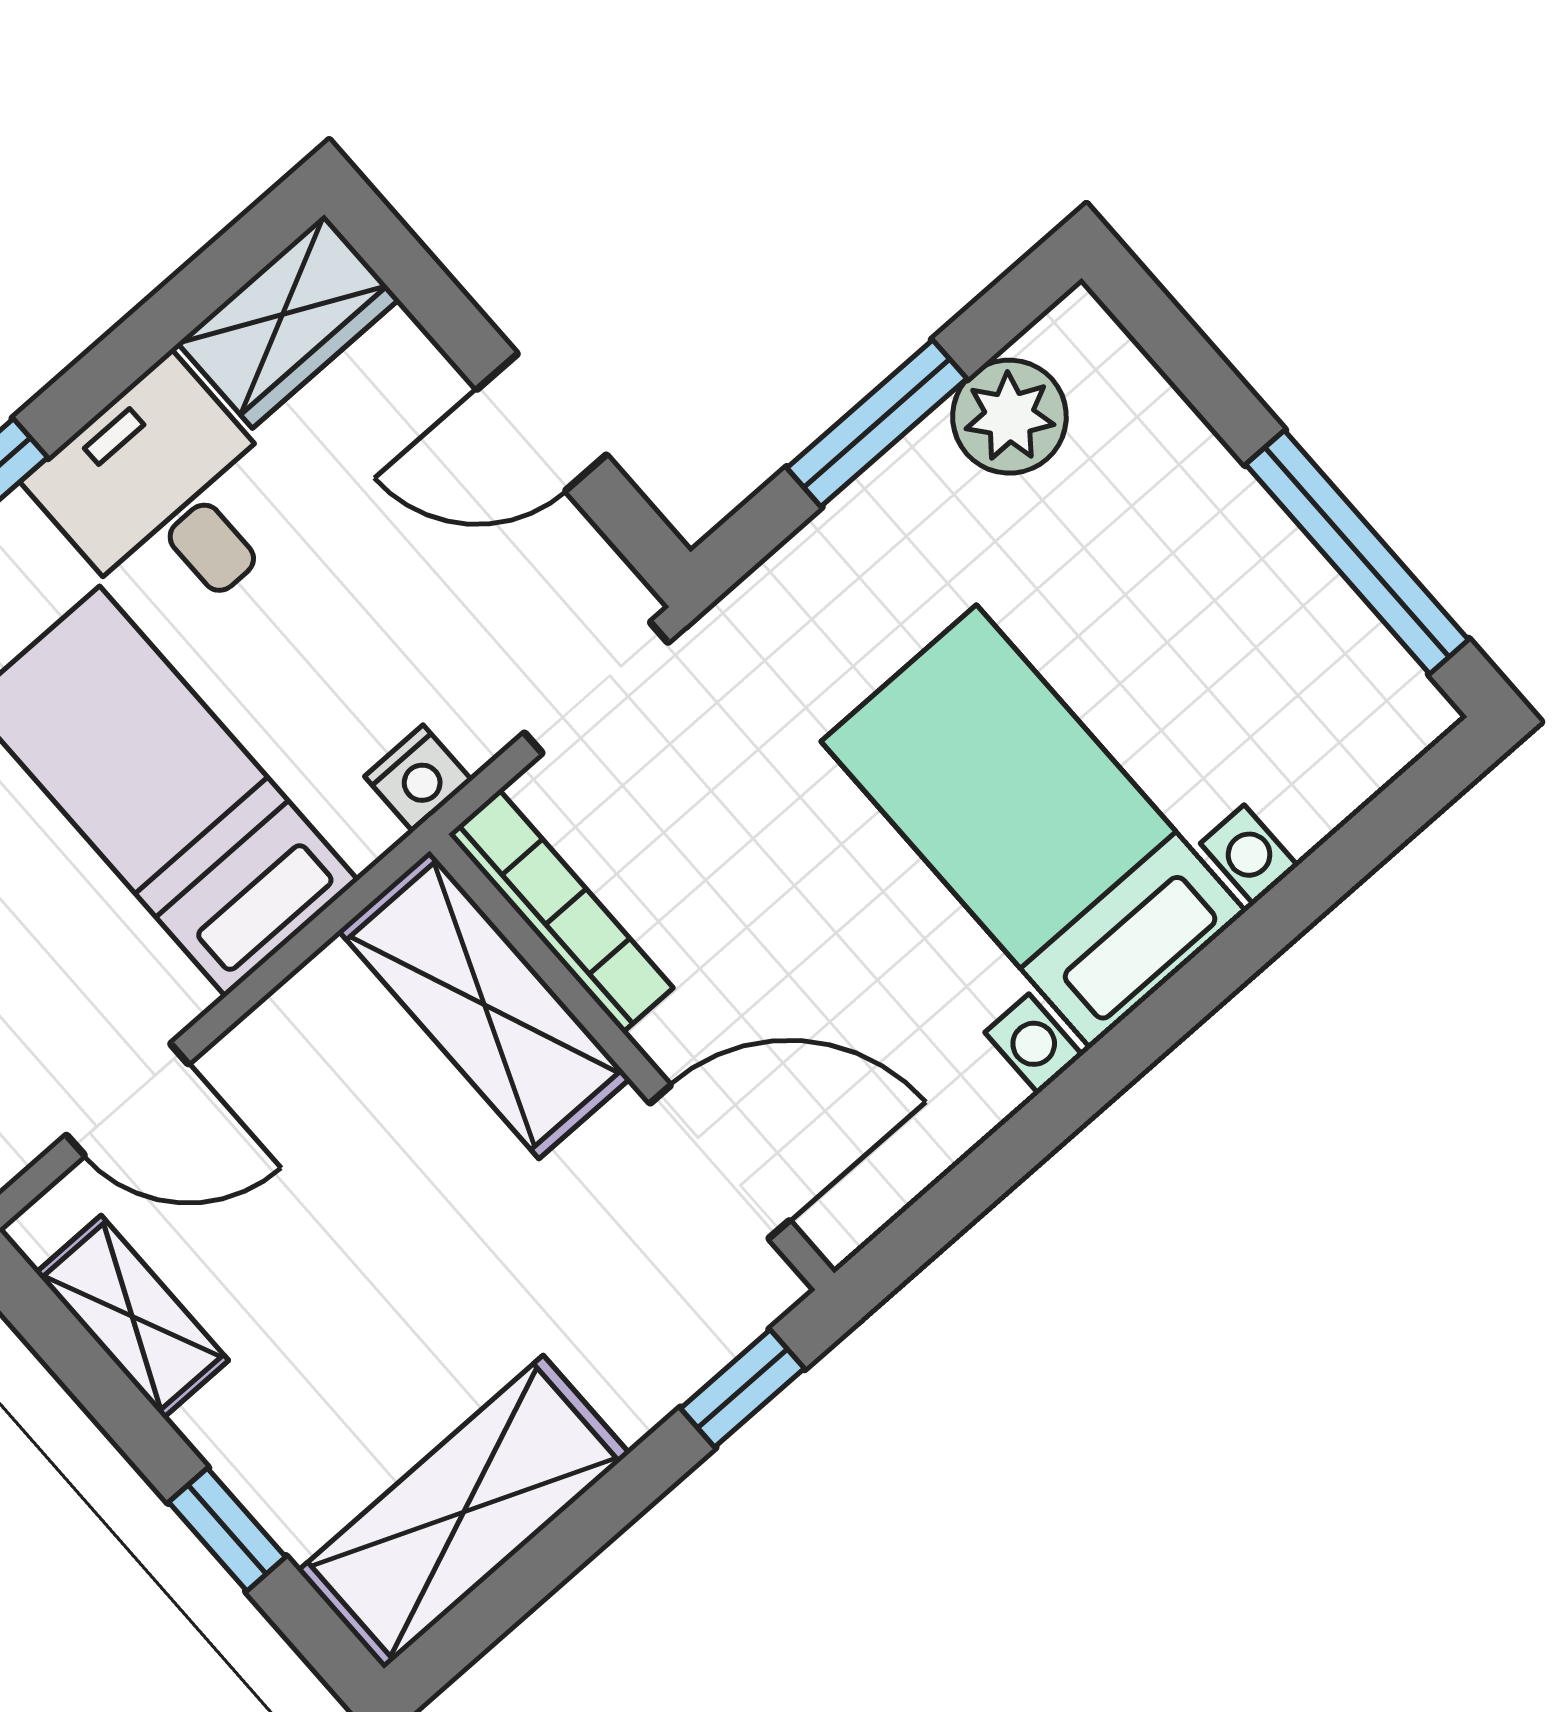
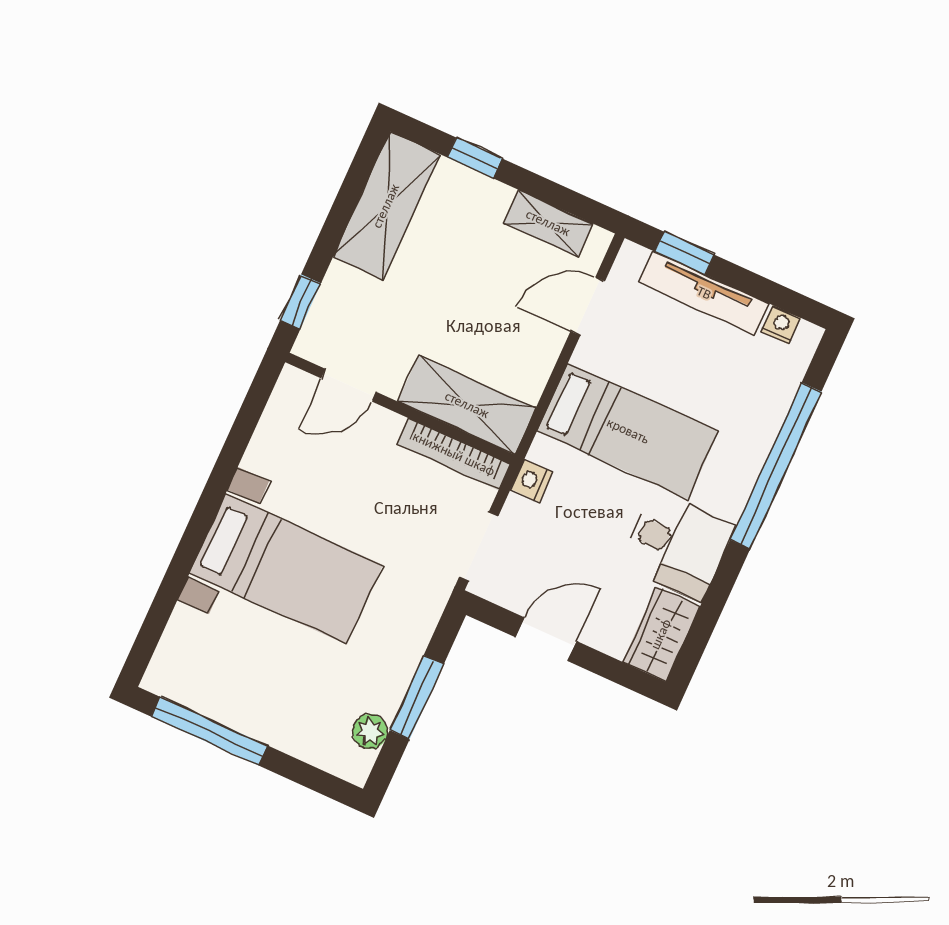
plant: (1009, 417) -> (370, 731), width x0.73, depth x0.73
door: (720, 1162) -> (349, 385), width x0.73

